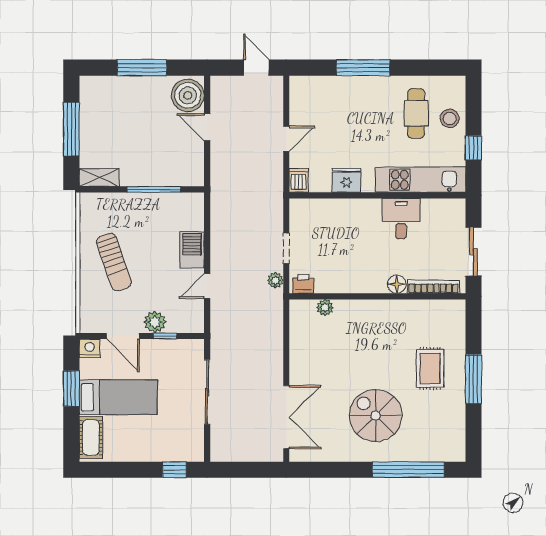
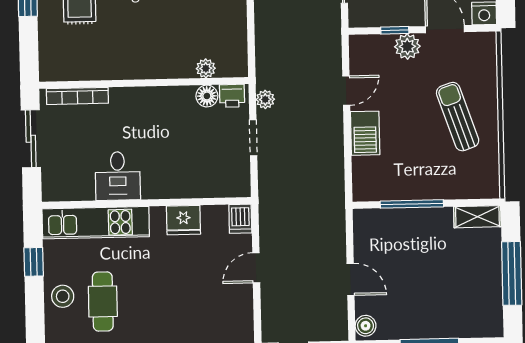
boiler: (188, 95) -> (366, 326), width x0.54, depth x0.54
floor lamp: (397, 284) -> (207, 96), moved

